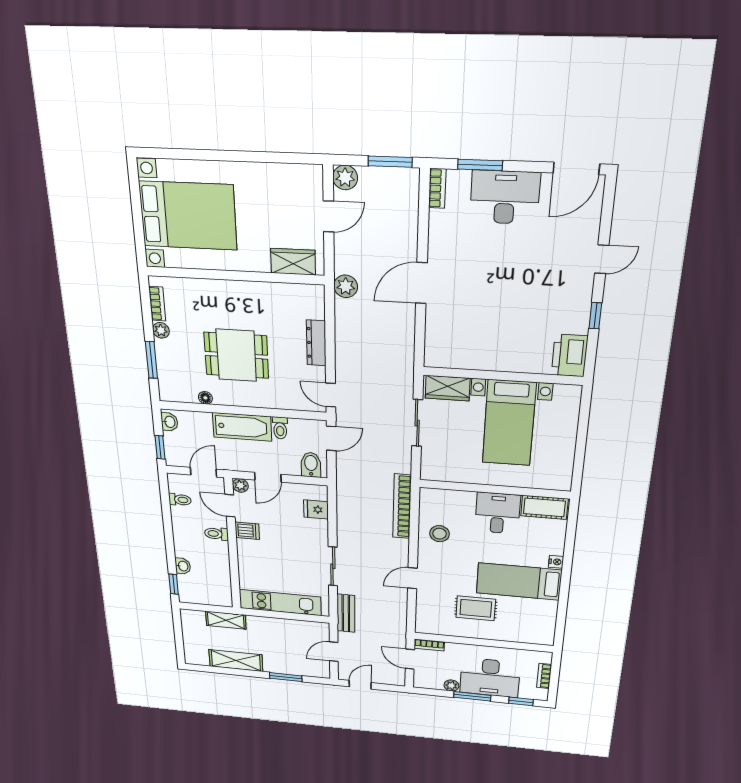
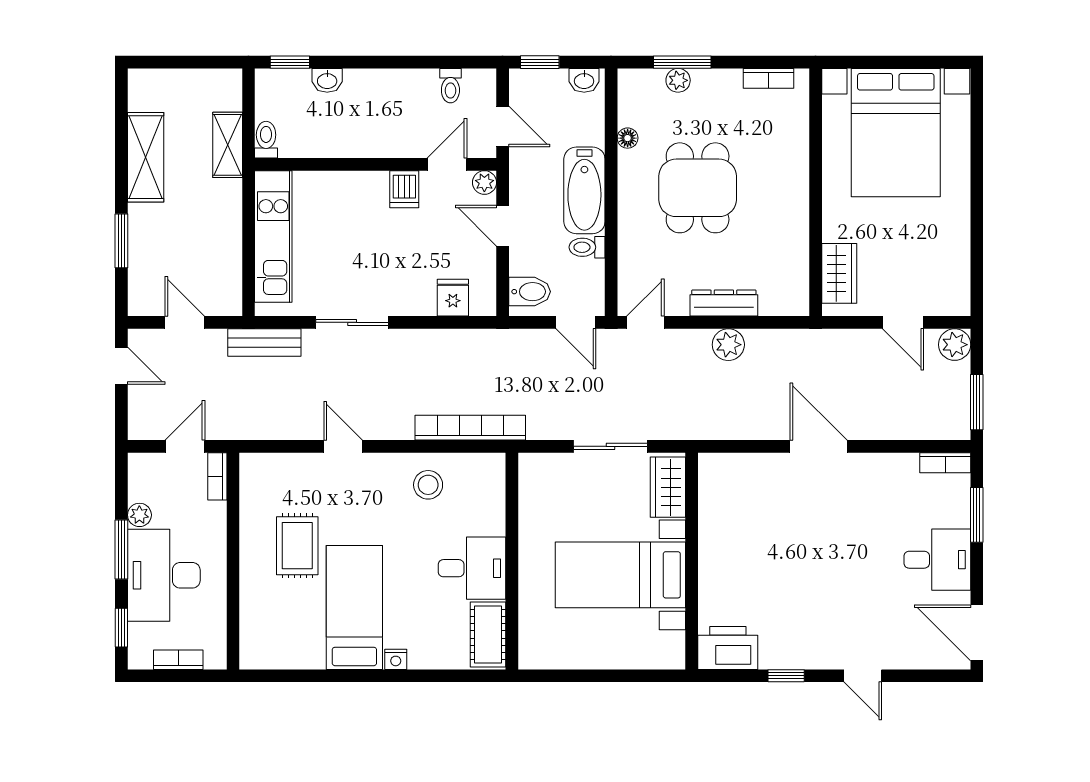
desk: (505, 197) -> (937, 560), width x0.73
plant: (346, 286) -> (728, 345), moved
plant: (161, 330) -> (678, 80), moved
toilet: (216, 534) -> (266, 140), moved

